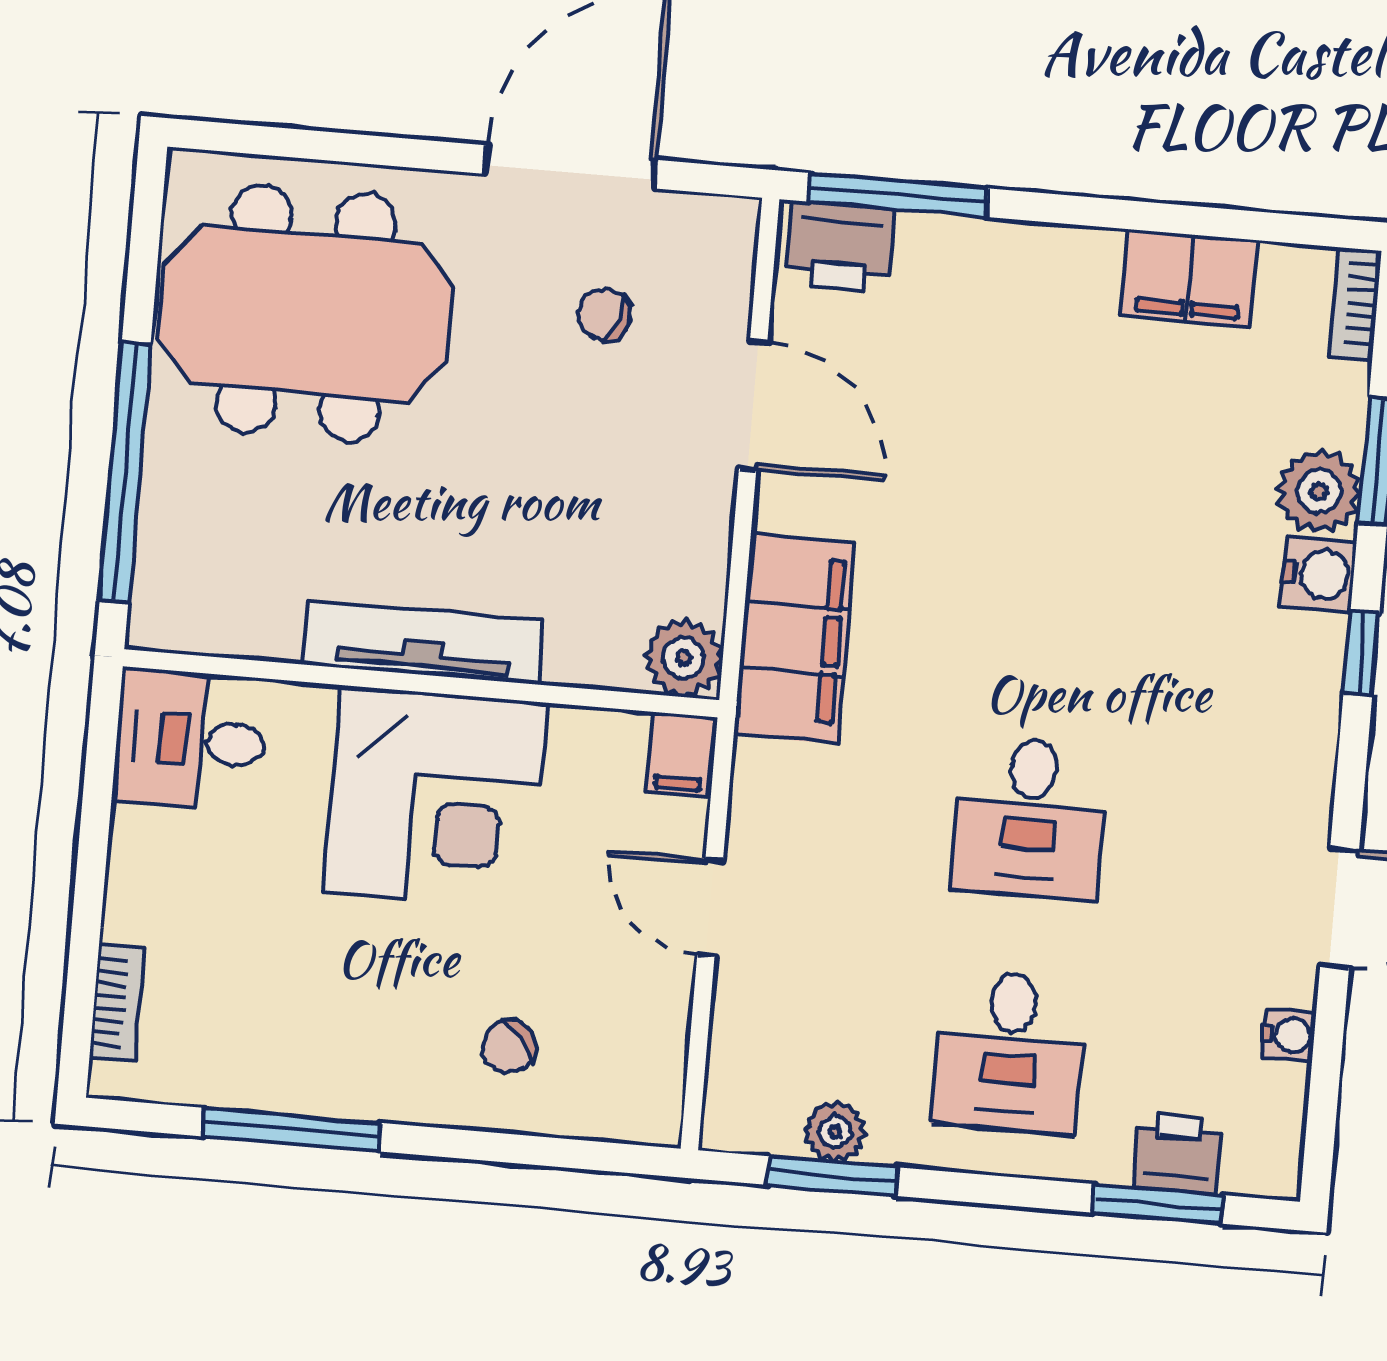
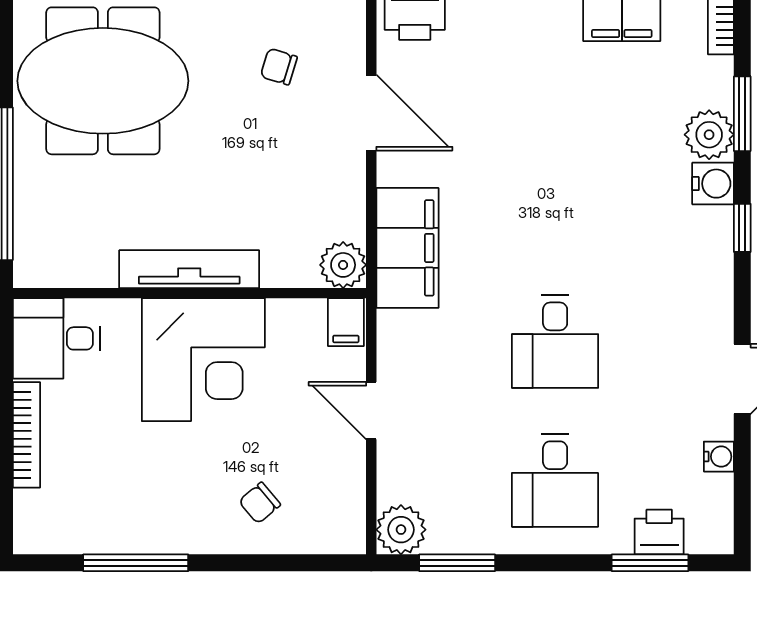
bookcase: (117, 1003) -> (26, 435), moved, width x1.56
plant: (835, 1131) -> (401, 530), moved, width x1.38, depth x1.38

